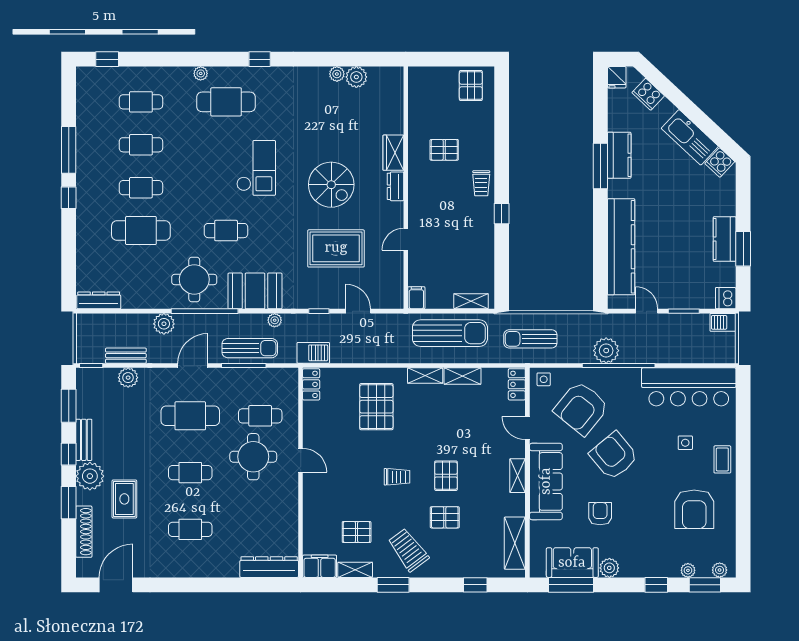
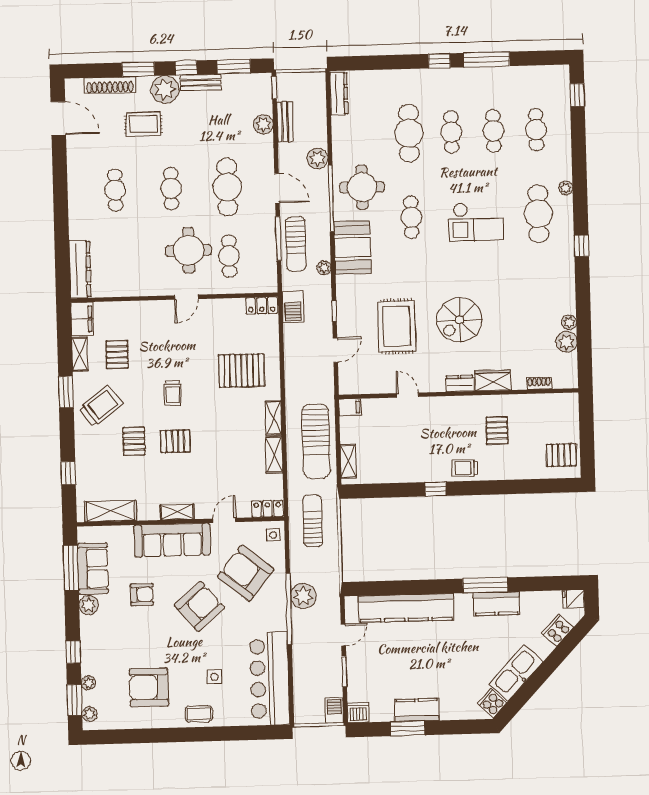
shoe rack: (398, 106) -> (539, 383), added
checkout: (256, 168) -> (476, 222), moved

